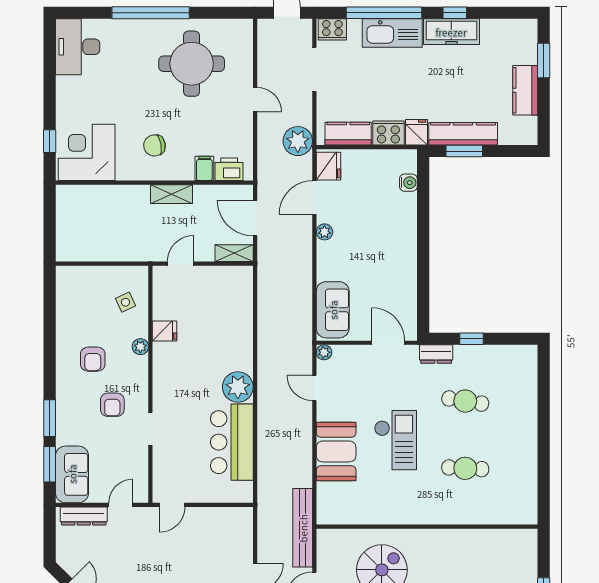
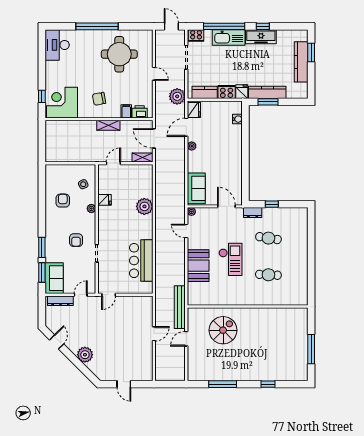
kitchen counter: (525, 90) -> (301, 62), width x1.50
armchair: (93, 359) -> (63, 201), moved, turned 180
plant: (238, 387) -> (144, 206), moved

